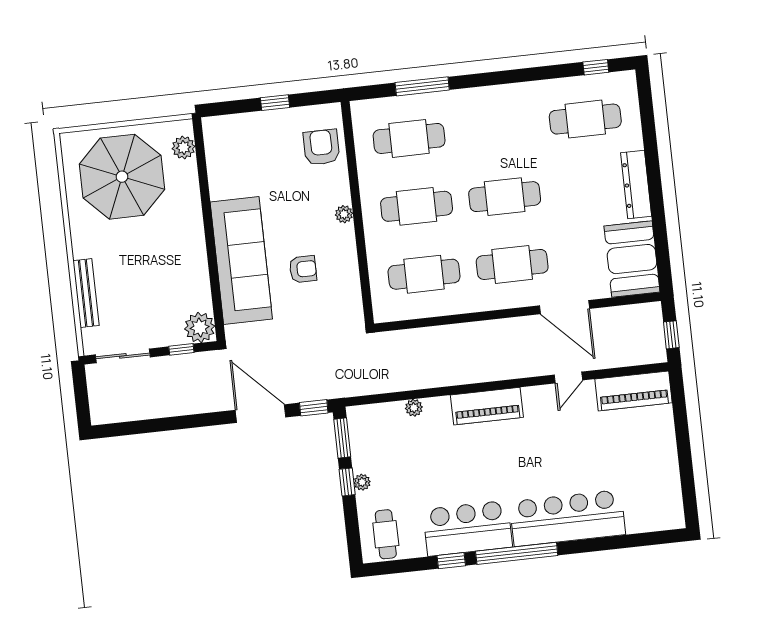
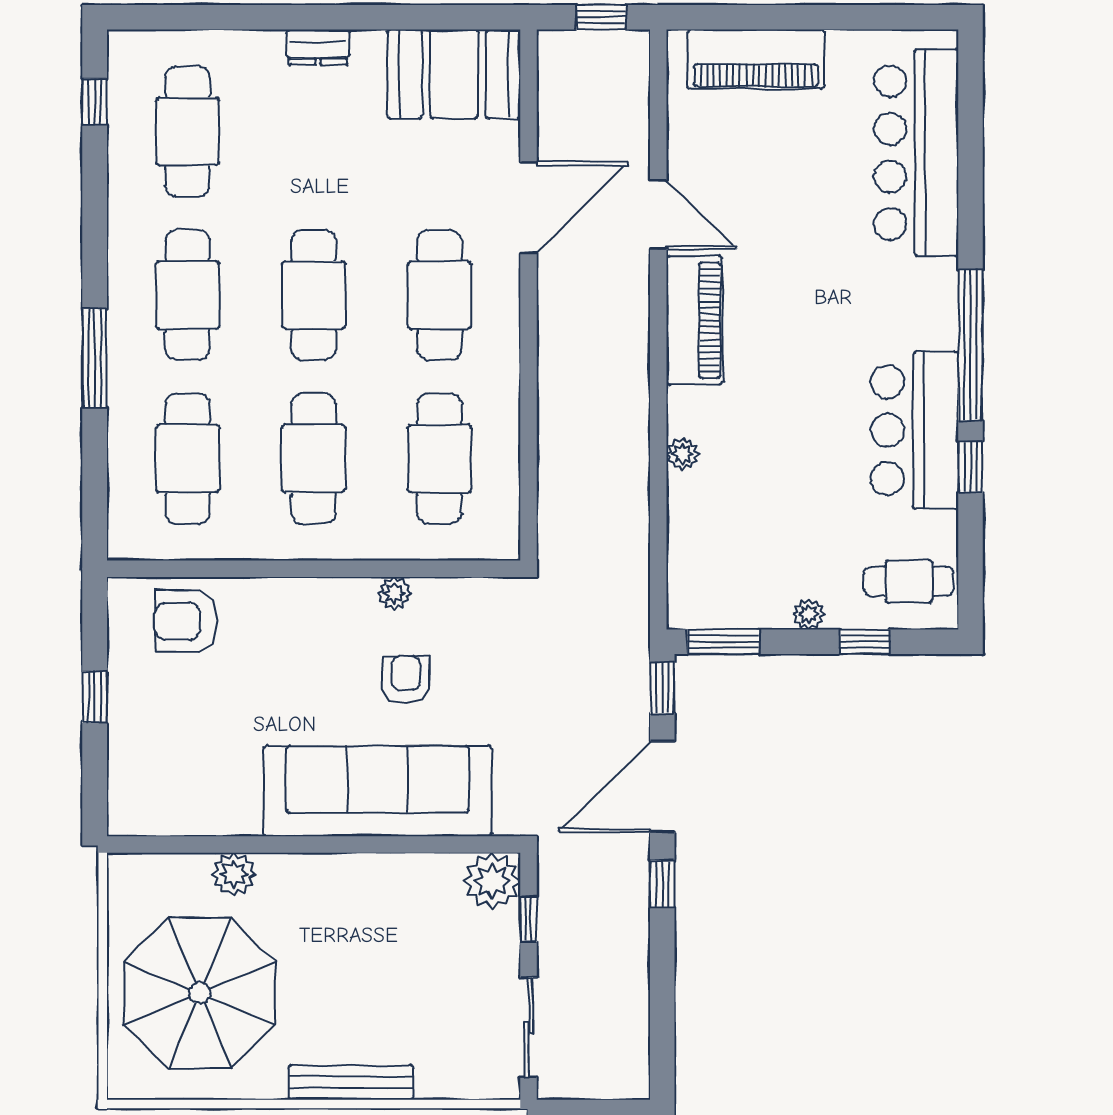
window: (422, 86) -> (95, 358), moved
cafe table: (497, 129) -> (188, 295), added
plant: (184, 147) -> (234, 874), moved
dresser: (636, 185) -> (318, 47), width x0.51, depth x0.80
plant: (344, 214) -> (394, 593), moved
bench: (86, 293) -> (351, 1082), moved
door: (568, 377) -> (658, 215), width x1.38
piano: (633, 391) -> (756, 59), moved, turned 90
piano: (487, 406) -> (694, 320), moved
plant: (414, 408) -> (683, 454), moved
window: (208, 419) -> (662, 884), added
window: (347, 482) -> (865, 642), moved
bar counter: (568, 518) -> (916, 153), moved

